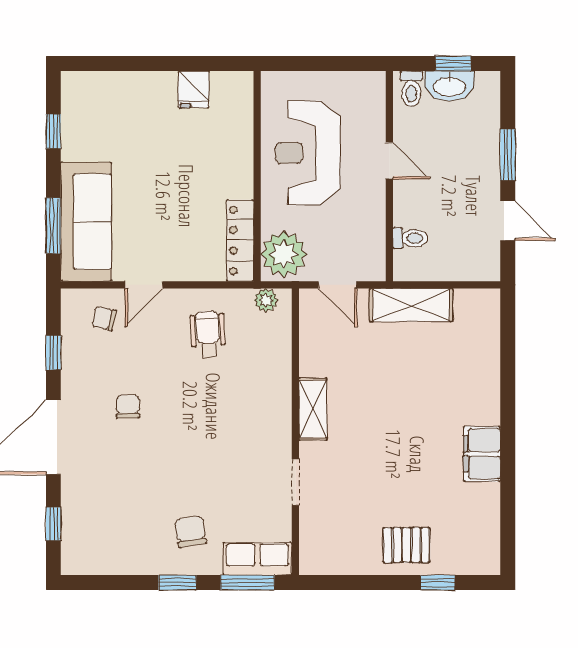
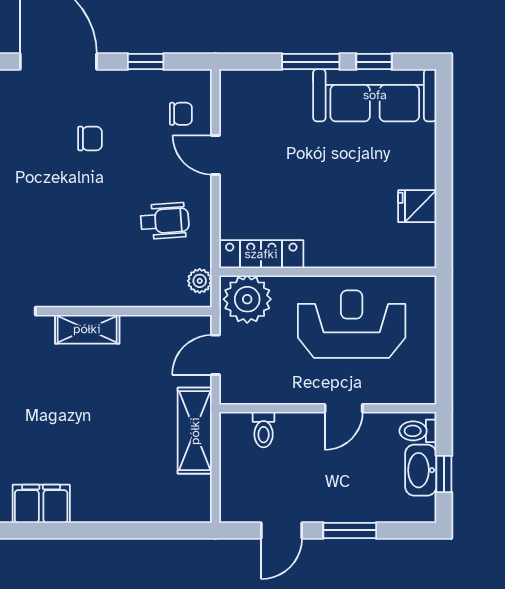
sofa: (86, 222) -> (375, 95), moved
window: (53, 226) -> (311, 62), moved
chair: (104, 318) -> (181, 114), turned 77

